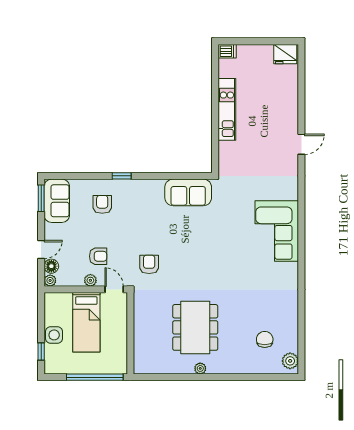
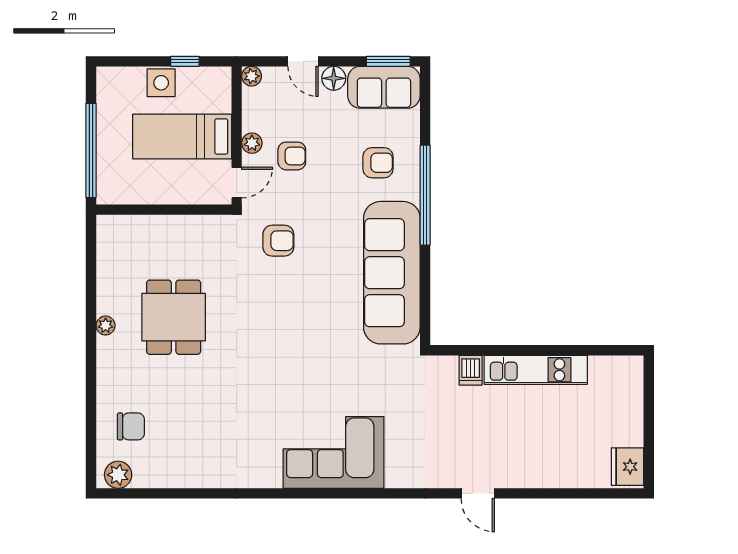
dishwasher: (227, 51) -> (471, 370), moved
window: (122, 176) -> (425, 195), width x3.17
sofa: (188, 192) -> (392, 273), width x1.85, depth x1.27
armchair: (98, 256) -> (292, 156), turned -90
floor lamp: (51, 266) -> (334, 78), moved
dining table: (195, 327) -> (174, 317), width x0.73
chair: (265, 339) -> (131, 426), moved
window: (41, 352) -> (185, 61), moved

